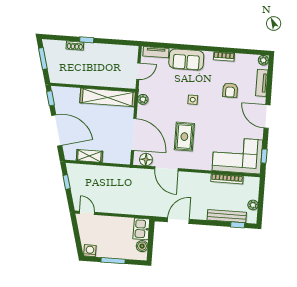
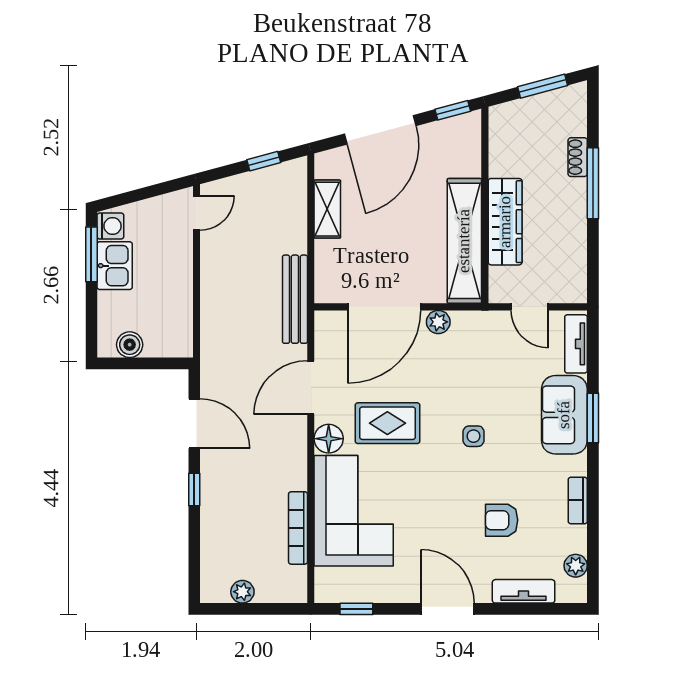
window: (87, 40) -> (593, 183), width x2.17
window: (189, 47) -> (593, 418), added
plant: (263, 60) -> (576, 566), moved
wardrobe: (101, 79) -> (505, 222), added
plant: (143, 99) -> (438, 322), moved
door: (267, 116) -> (447, 609), hinge flipped
corner sofa: (237, 155) -> (354, 511), moved
floor lamp: (146, 159) -> (329, 439), moved
bench: (227, 216) -> (295, 299), moved
window: (238, 225) -> (194, 490), moved
kitchen sink: (141, 229) -> (115, 266), moved, turned 90
window: (113, 261) -> (91, 254), moved

